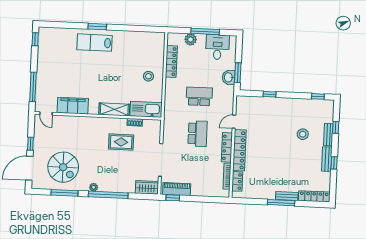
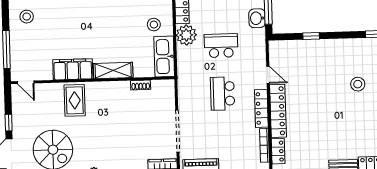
stool: (51, 63) -> (27, 17), added
plant: (173, 86) -> (186, 35), added
filing cabinet: (73, 106) -> (73, 69), moved
kitchen sink: (146, 109) -> (164, 57), moved, turned -90
door: (234, 122) -> (268, 75), swing flipped
school desk: (198, 134) -> (222, 94), turned 180
rug: (121, 142) -> (75, 100), moved, turned 90

